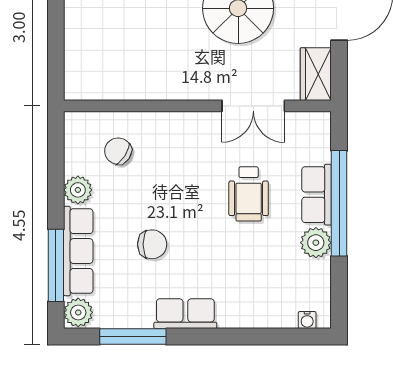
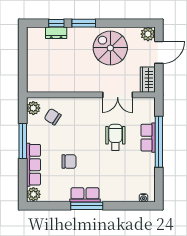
plant: (78, 190) -> (33, 108), moved
wheelchair: (249, 194) -> (115, 137), turned 180
plant: (316, 243) -> (148, 161), removed
window: (56, 265) -> (23, 141), moved
window: (133, 337) -> (87, 206), moved

